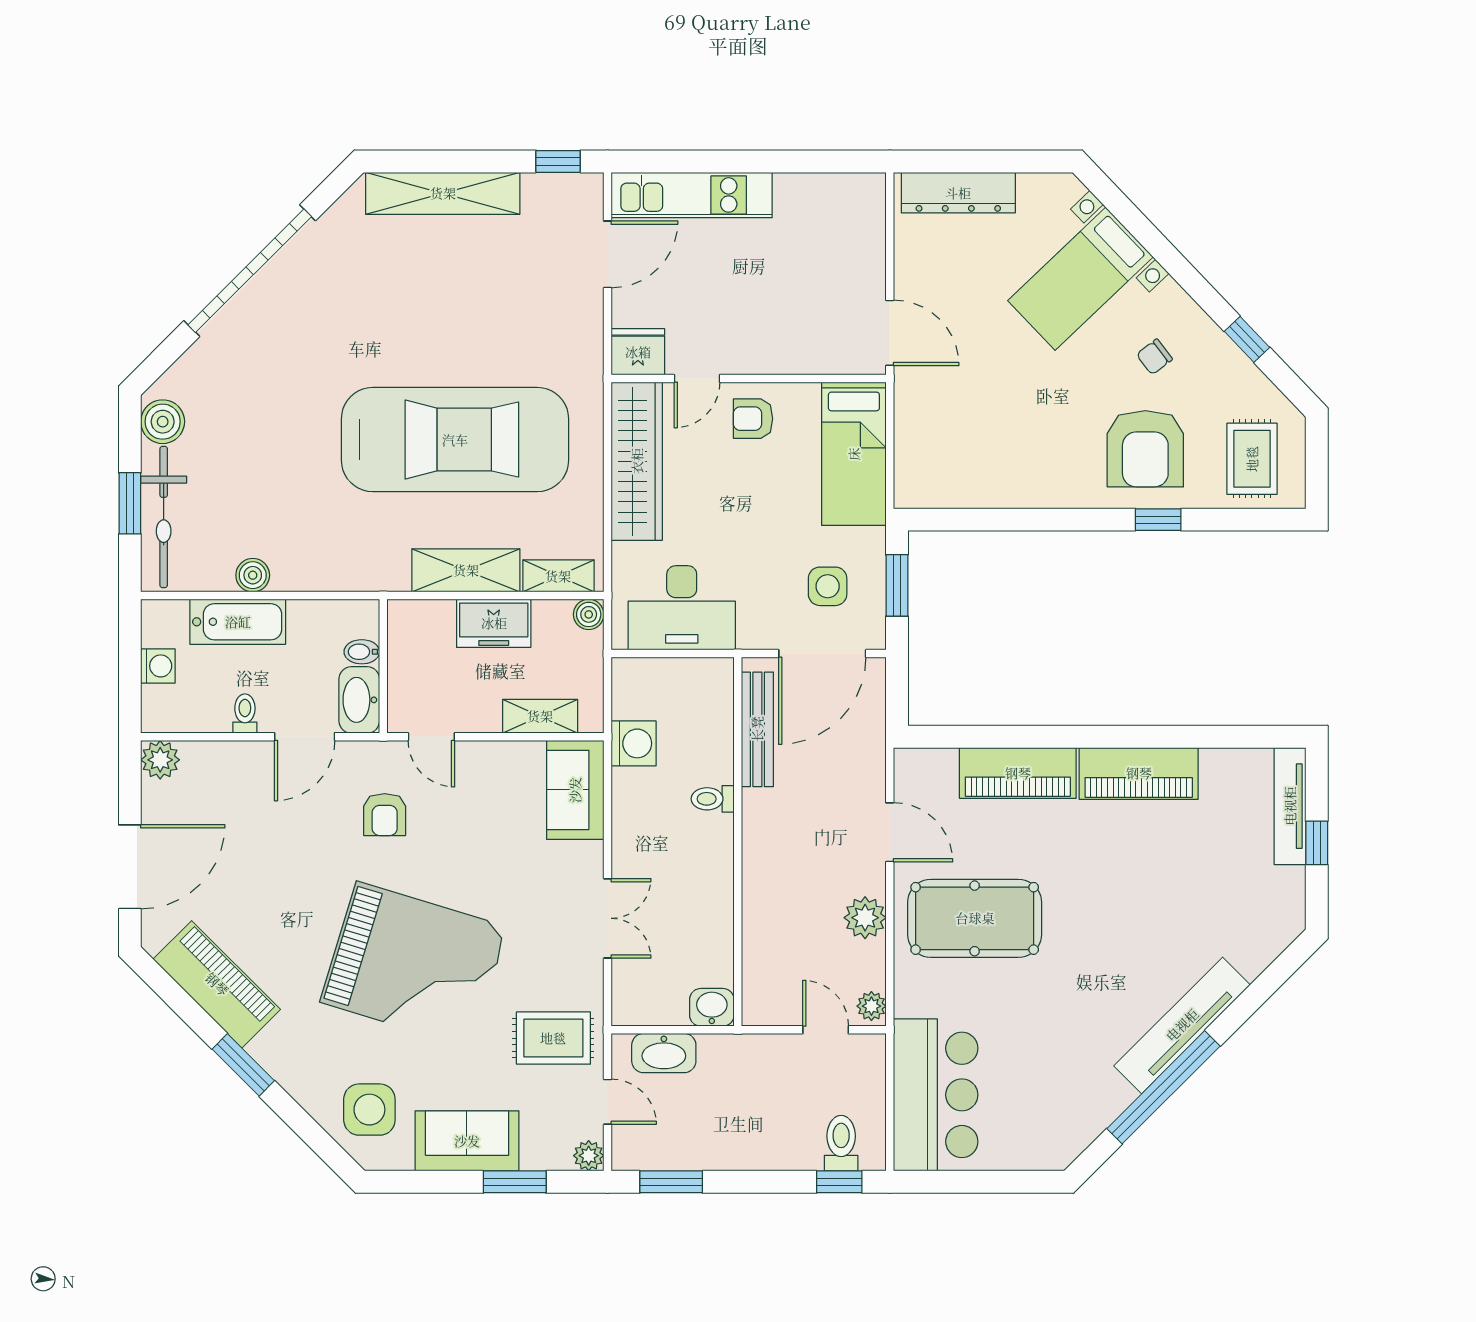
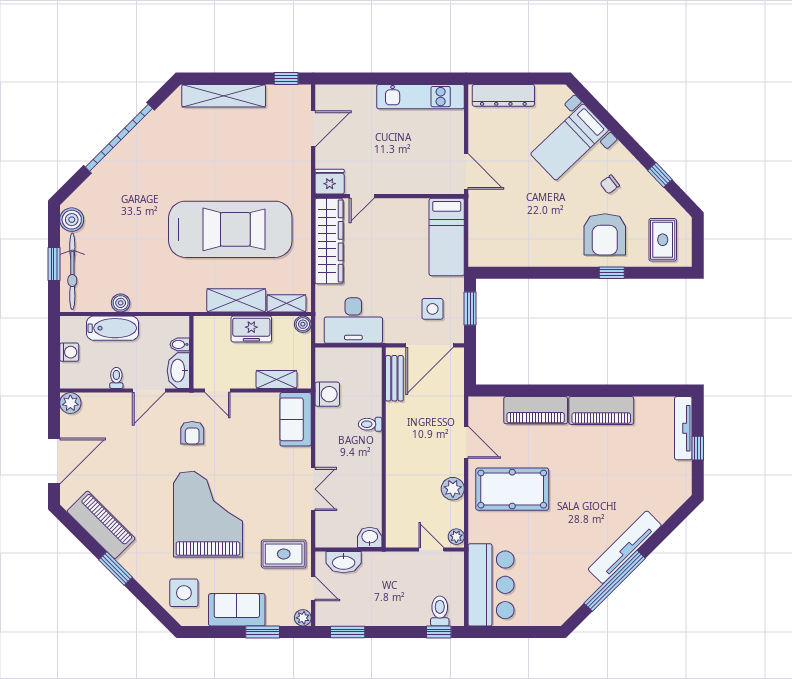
kitchen unit: (692, 195) -> (421, 97), moved
armchair: (753, 419) -> (392, 218), removed
bench: (757, 729) -> (394, 378), width x0.73
grand piano: (414, 964) -> (208, 514), turned -107

